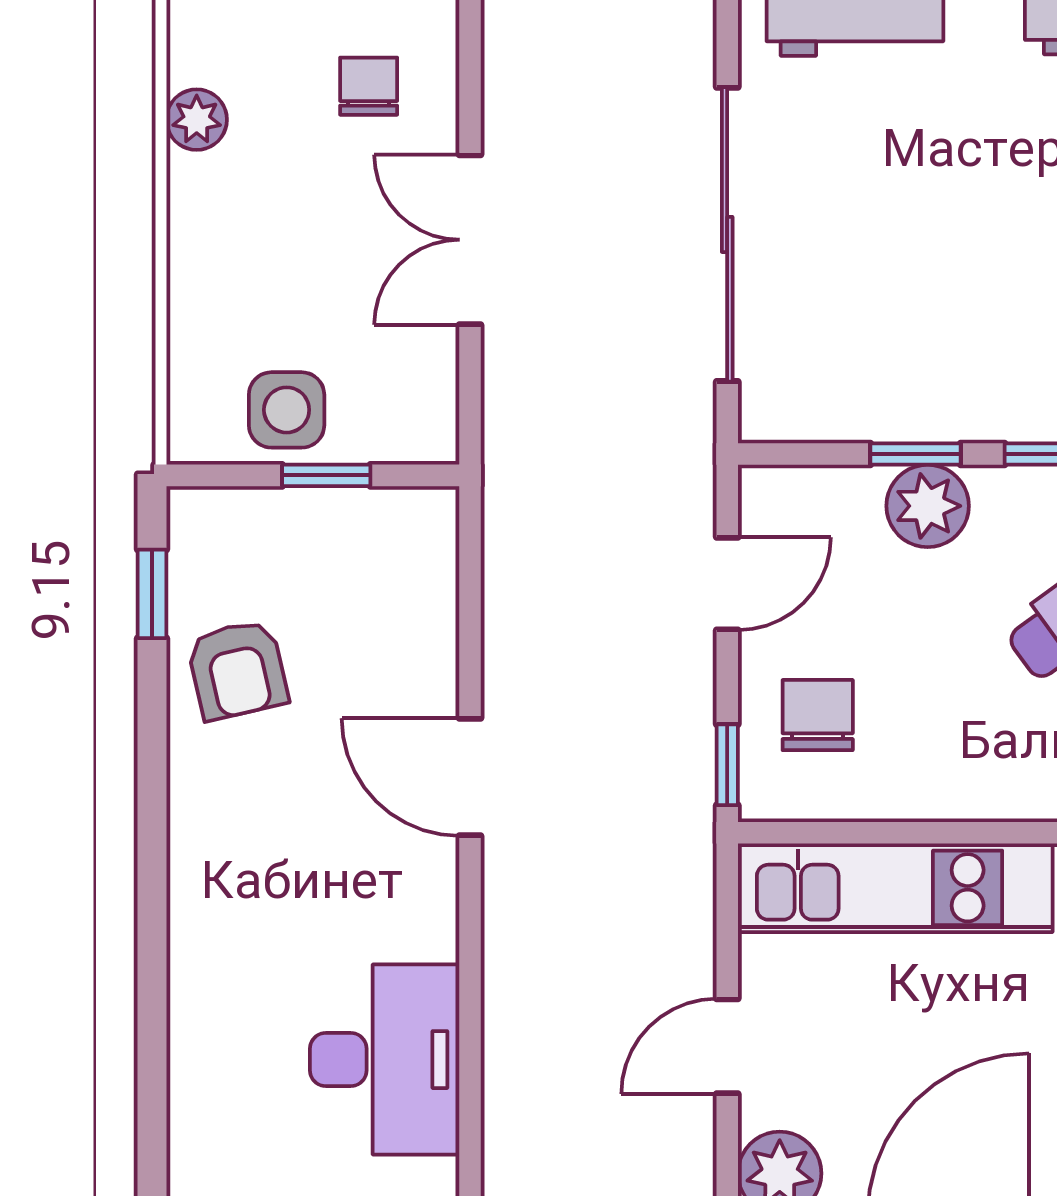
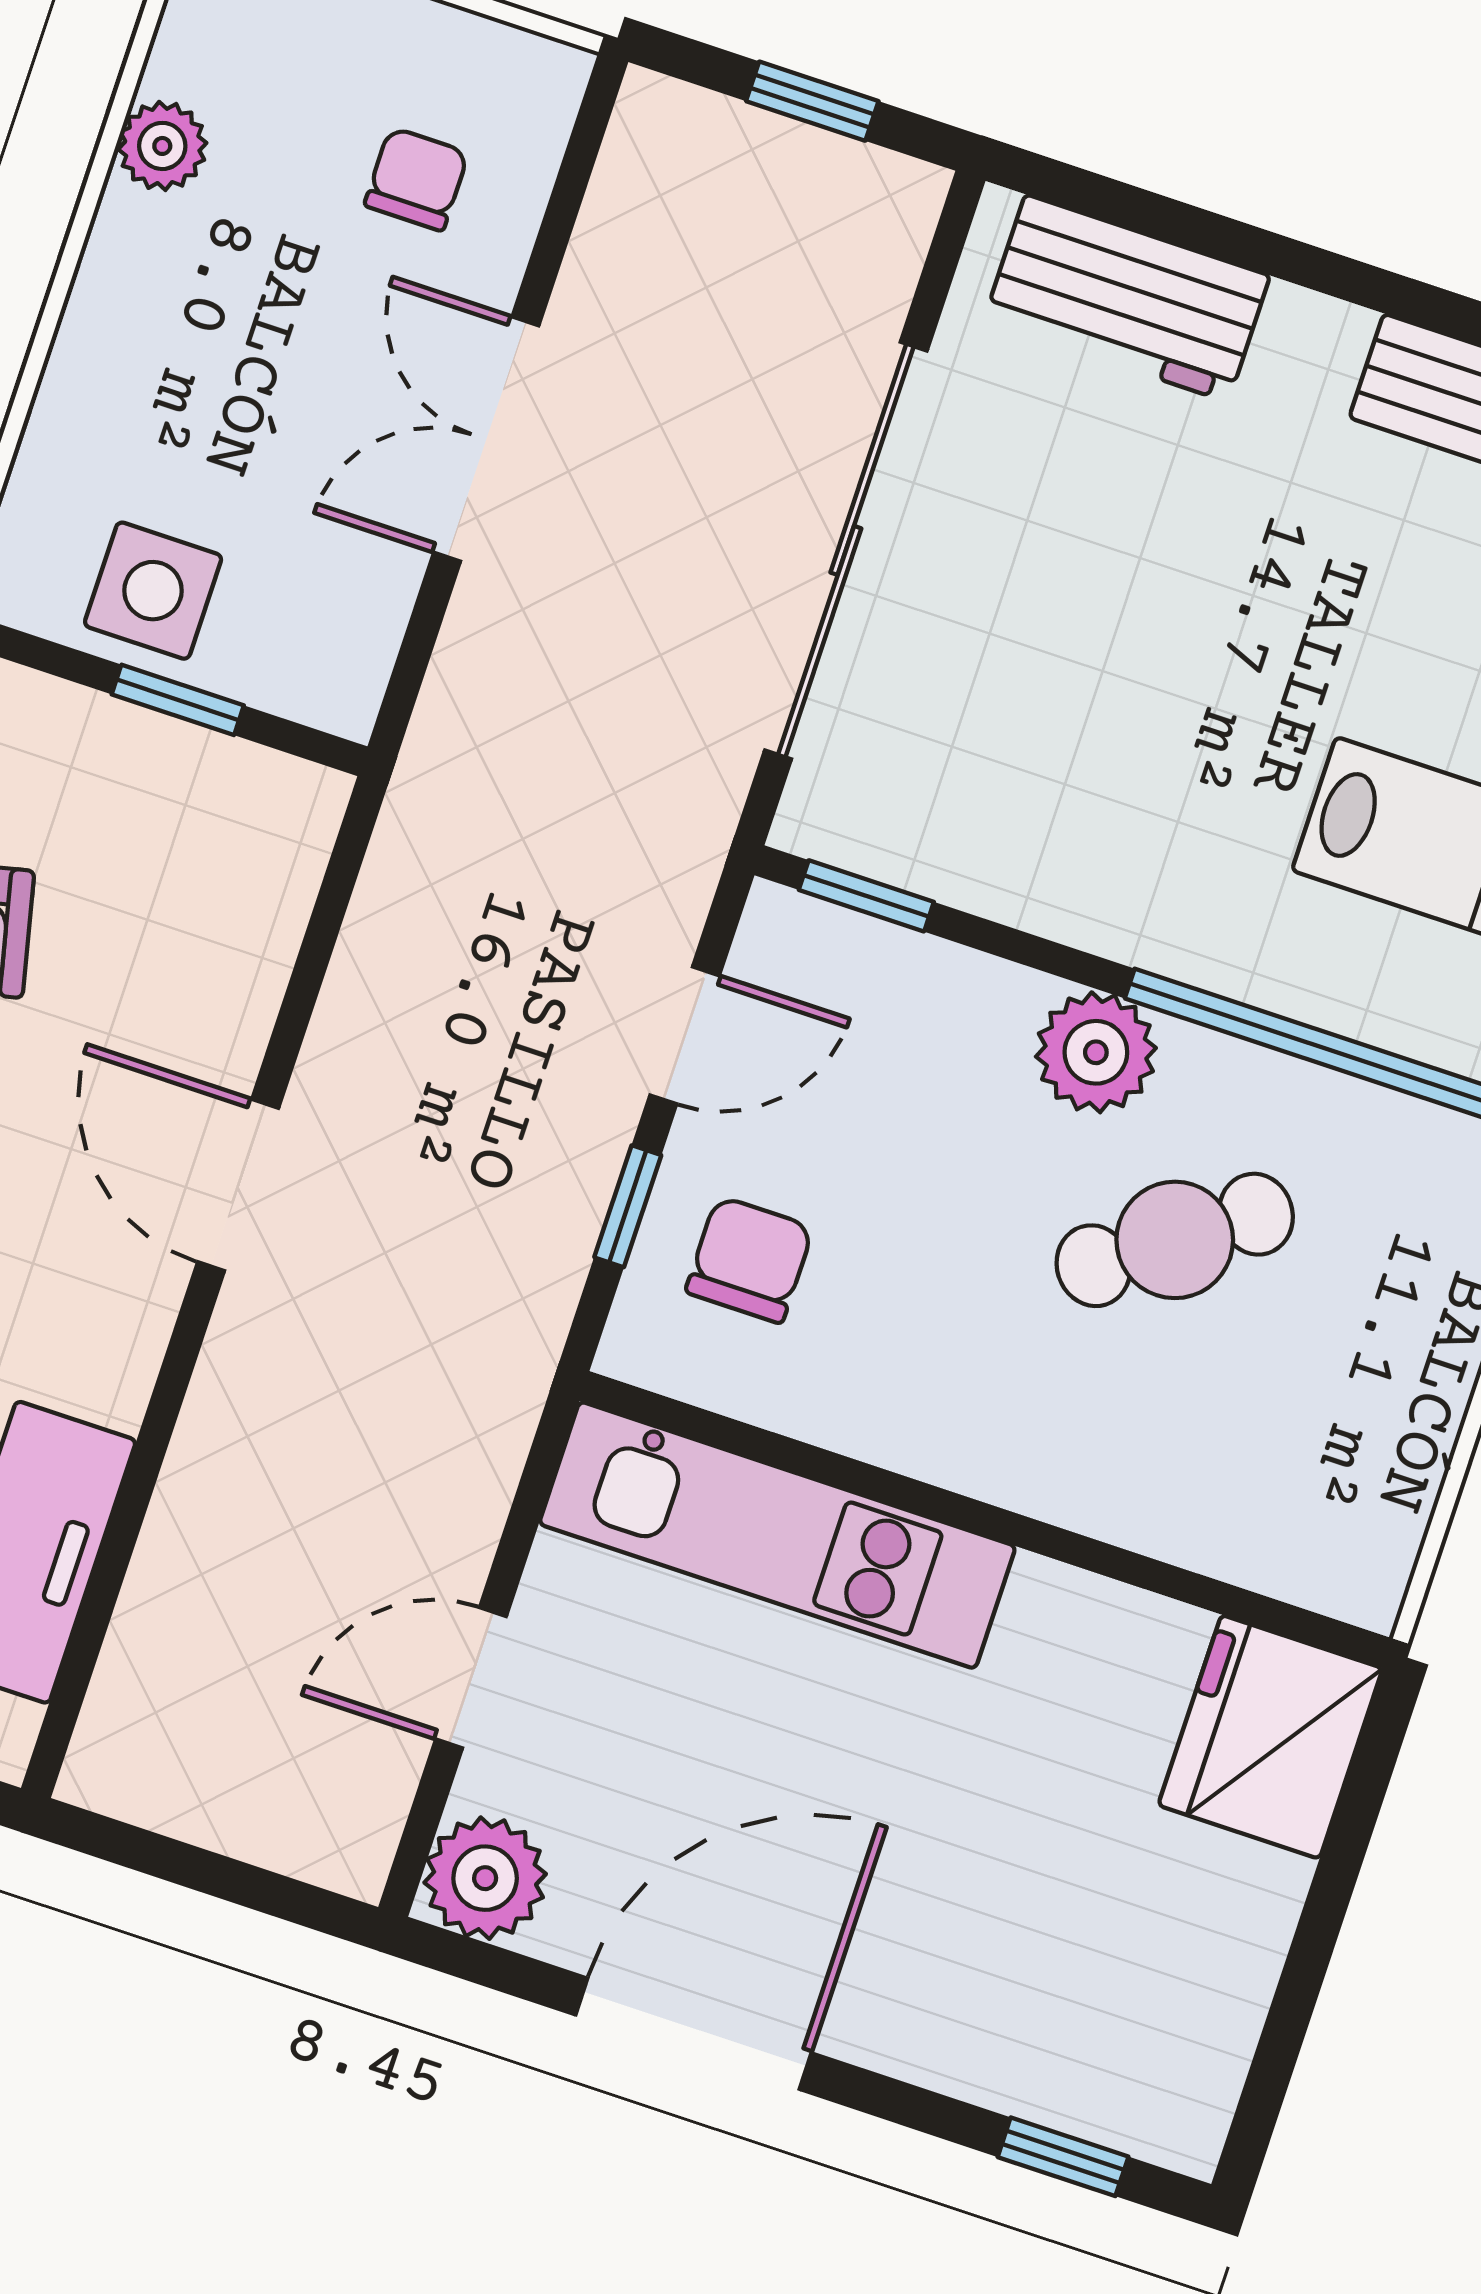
window: (915, 454) -> (866, 896), moved
plant: (928, 506) -> (1096, 1052), moved
window: (727, 765) -> (628, 1206), moved

